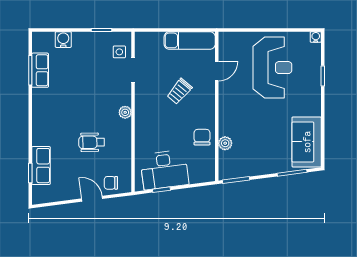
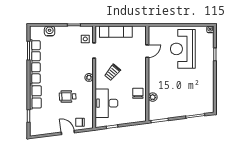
exam couch: (190, 40) -> (116, 32), moved
reception desk: (272, 68) -> (183, 49), turned 180
row of seats: (40, 70) -> (35, 62), width x2.02
trolley: (179, 91) -> (112, 72), moved
sofa: (307, 142) -> (205, 96), removed
row of seats: (41, 166) -> (35, 97), moved
desk: (164, 170) -> (106, 103), moved, turned 97

